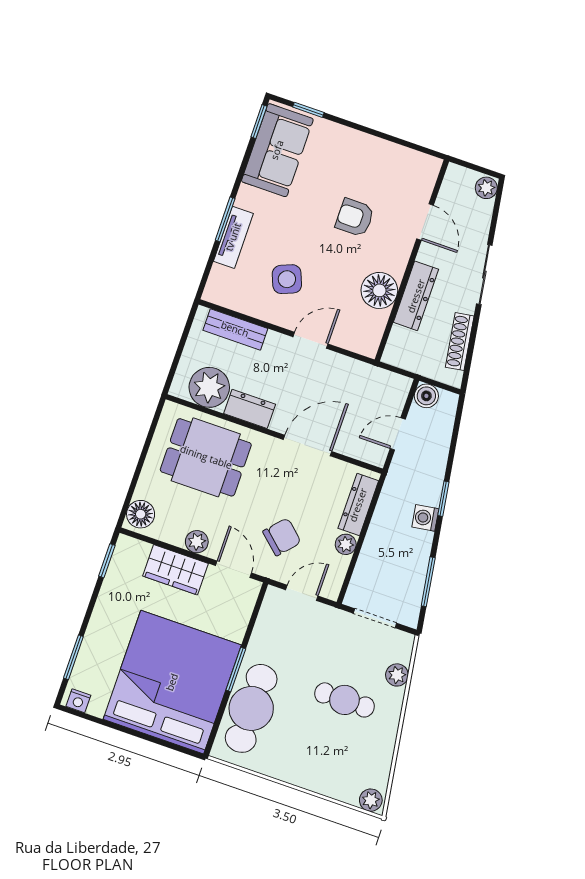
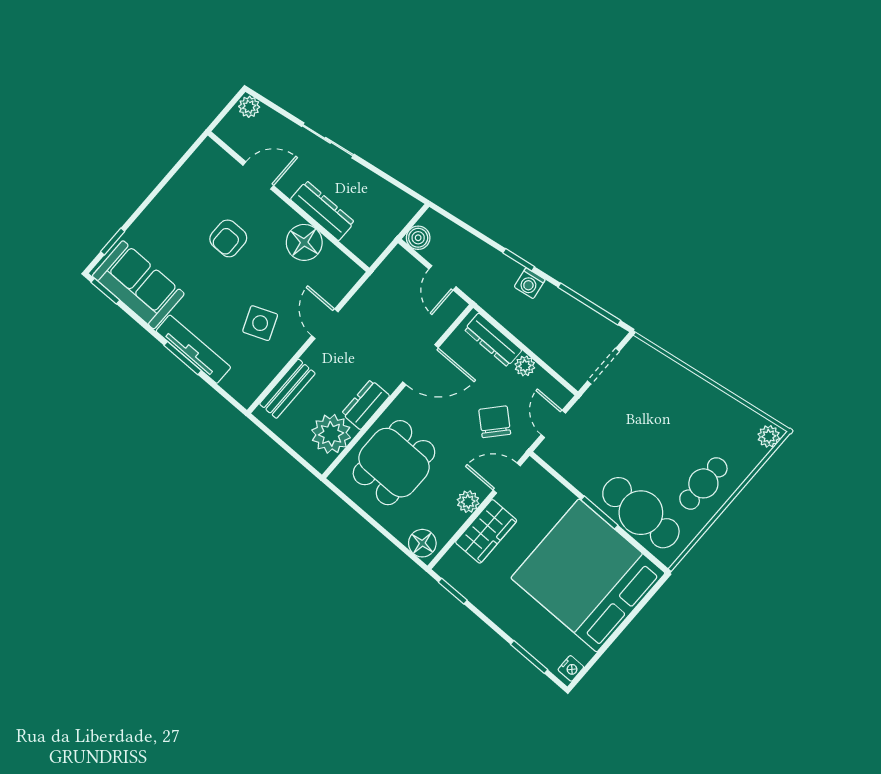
tv unit: (233, 237) -> (193, 349), width x1.41
shoe rack: (460, 342) -> (380, 187), removed
door: (308, 446) -> (420, 365), swing flipped
window: (428, 582) -> (589, 304), width x1.44
plant: (397, 675) -> (663, 367), removed
cafe table: (344, 700) -> (703, 483), moved

